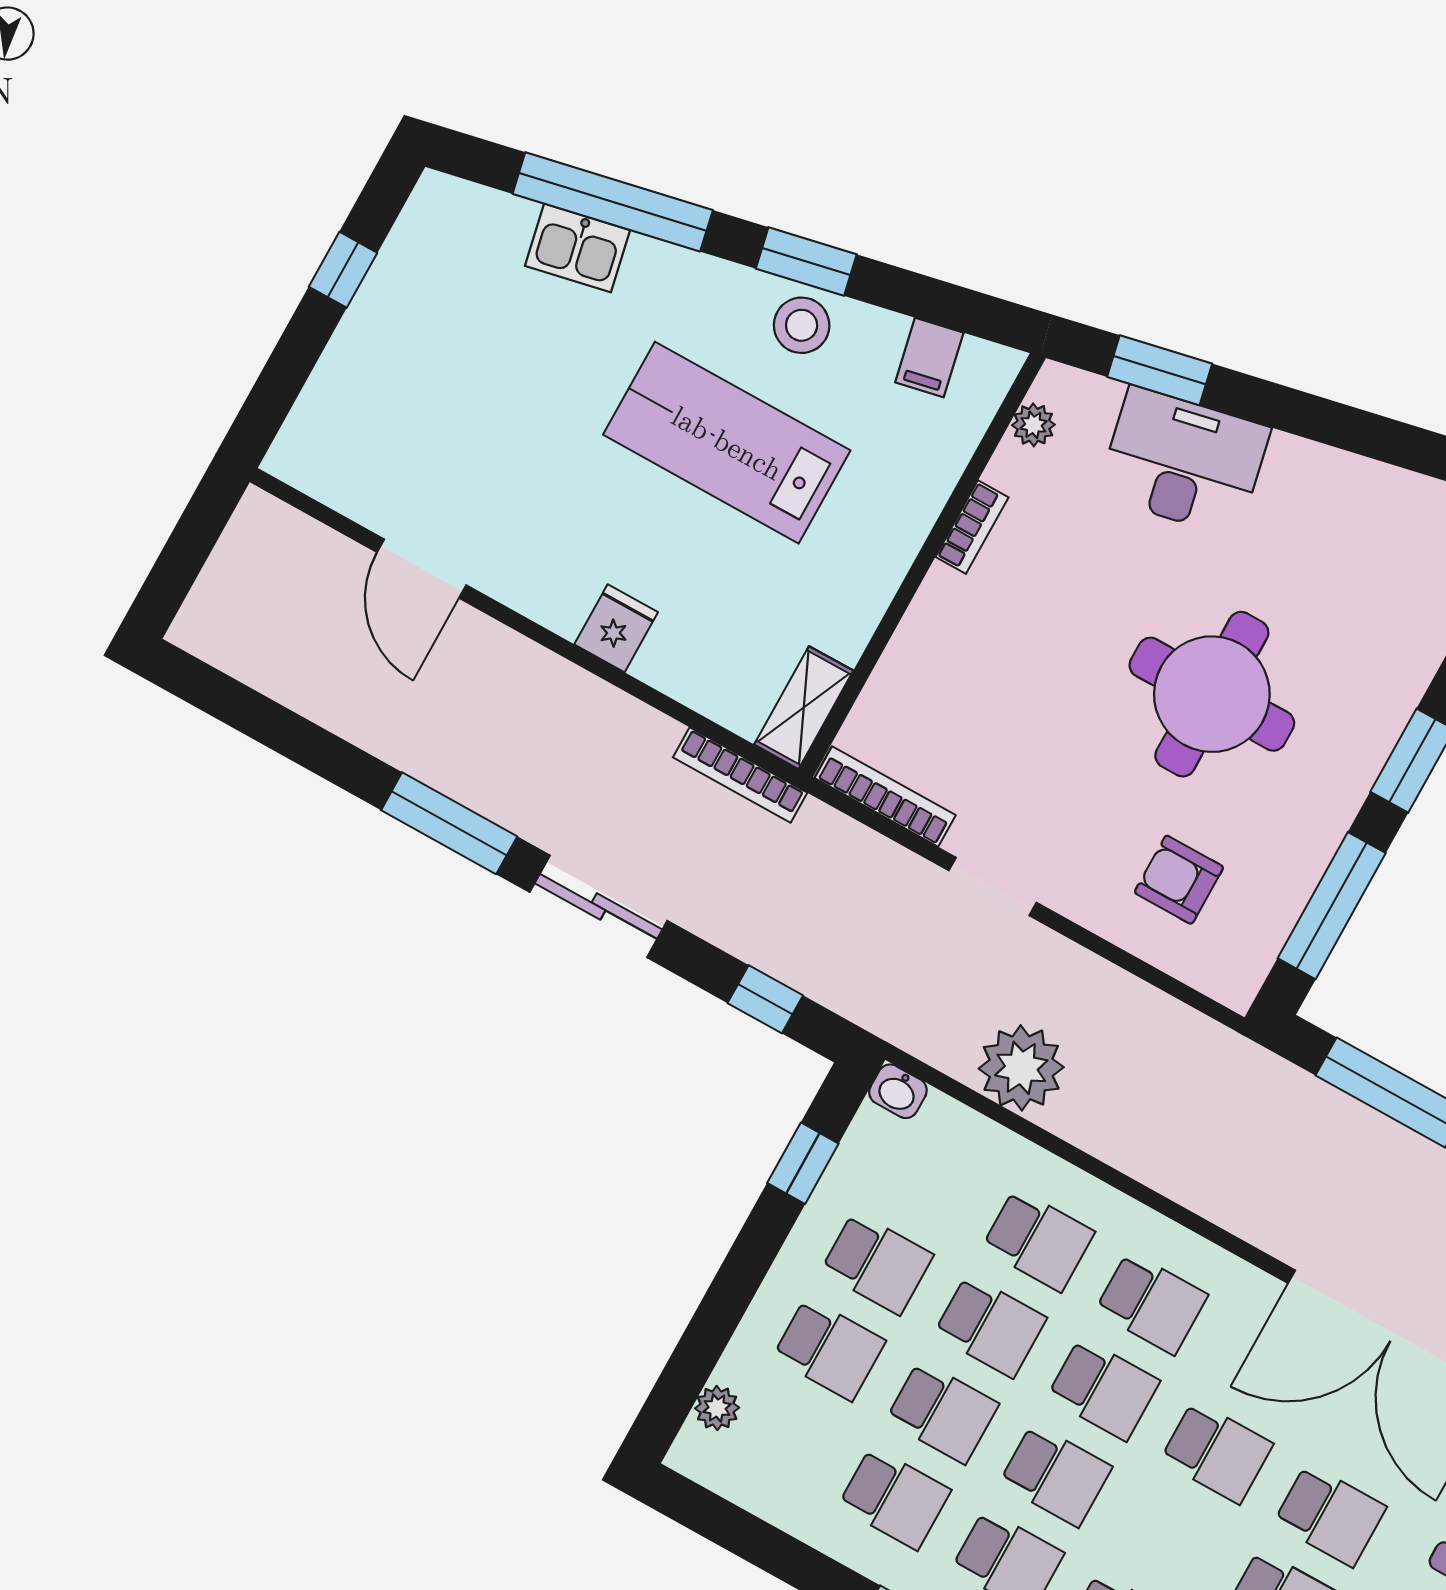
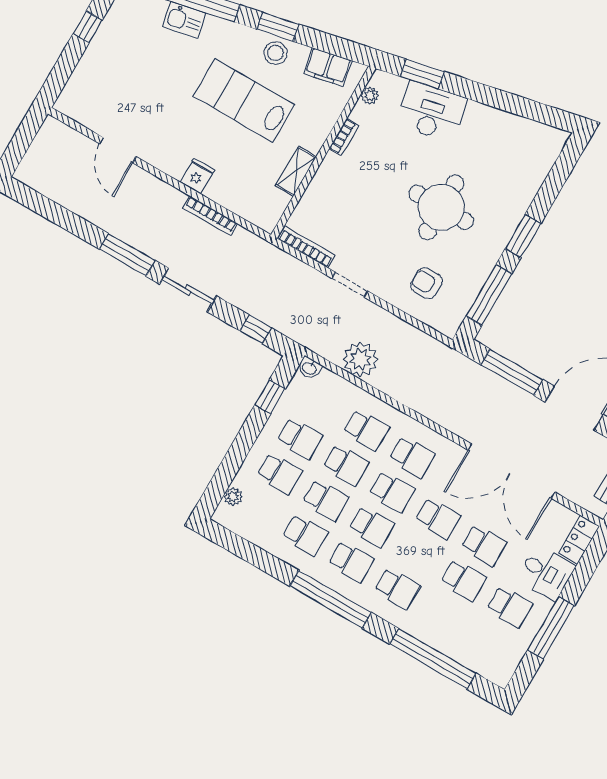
filing cabinet: (929, 358) -> (328, 67), width x2.00
shelving: (804, 708) -> (296, 171), moved
bookcase: (740, 775) -> (210, 216), moved

